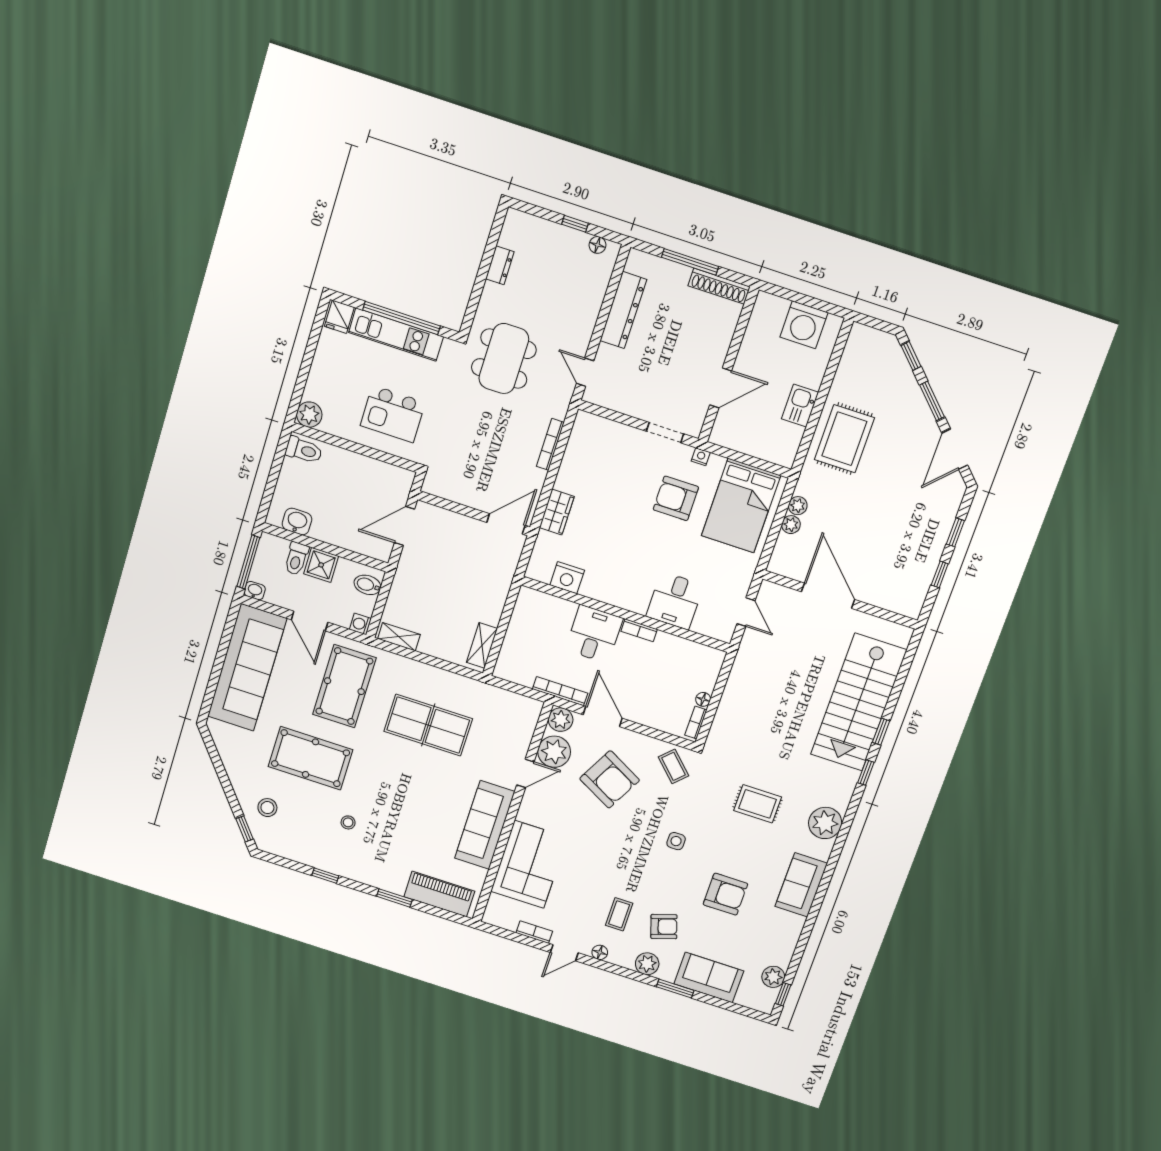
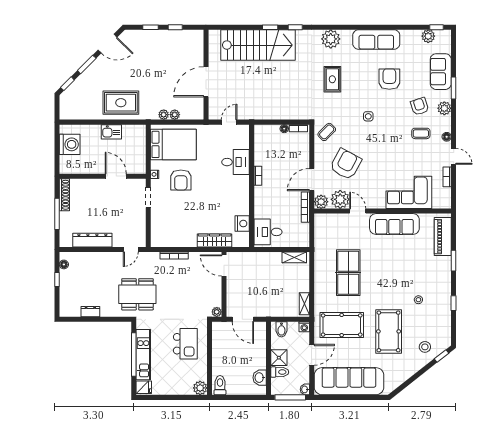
plant: (431, 486) -> (217, 312), added
wardrobe: (557, 512) -> (215, 241), width x1.50
desk: (594, 634) -> (268, 232), moved
sofa: (801, 885) -> (376, 40), width x1.36

